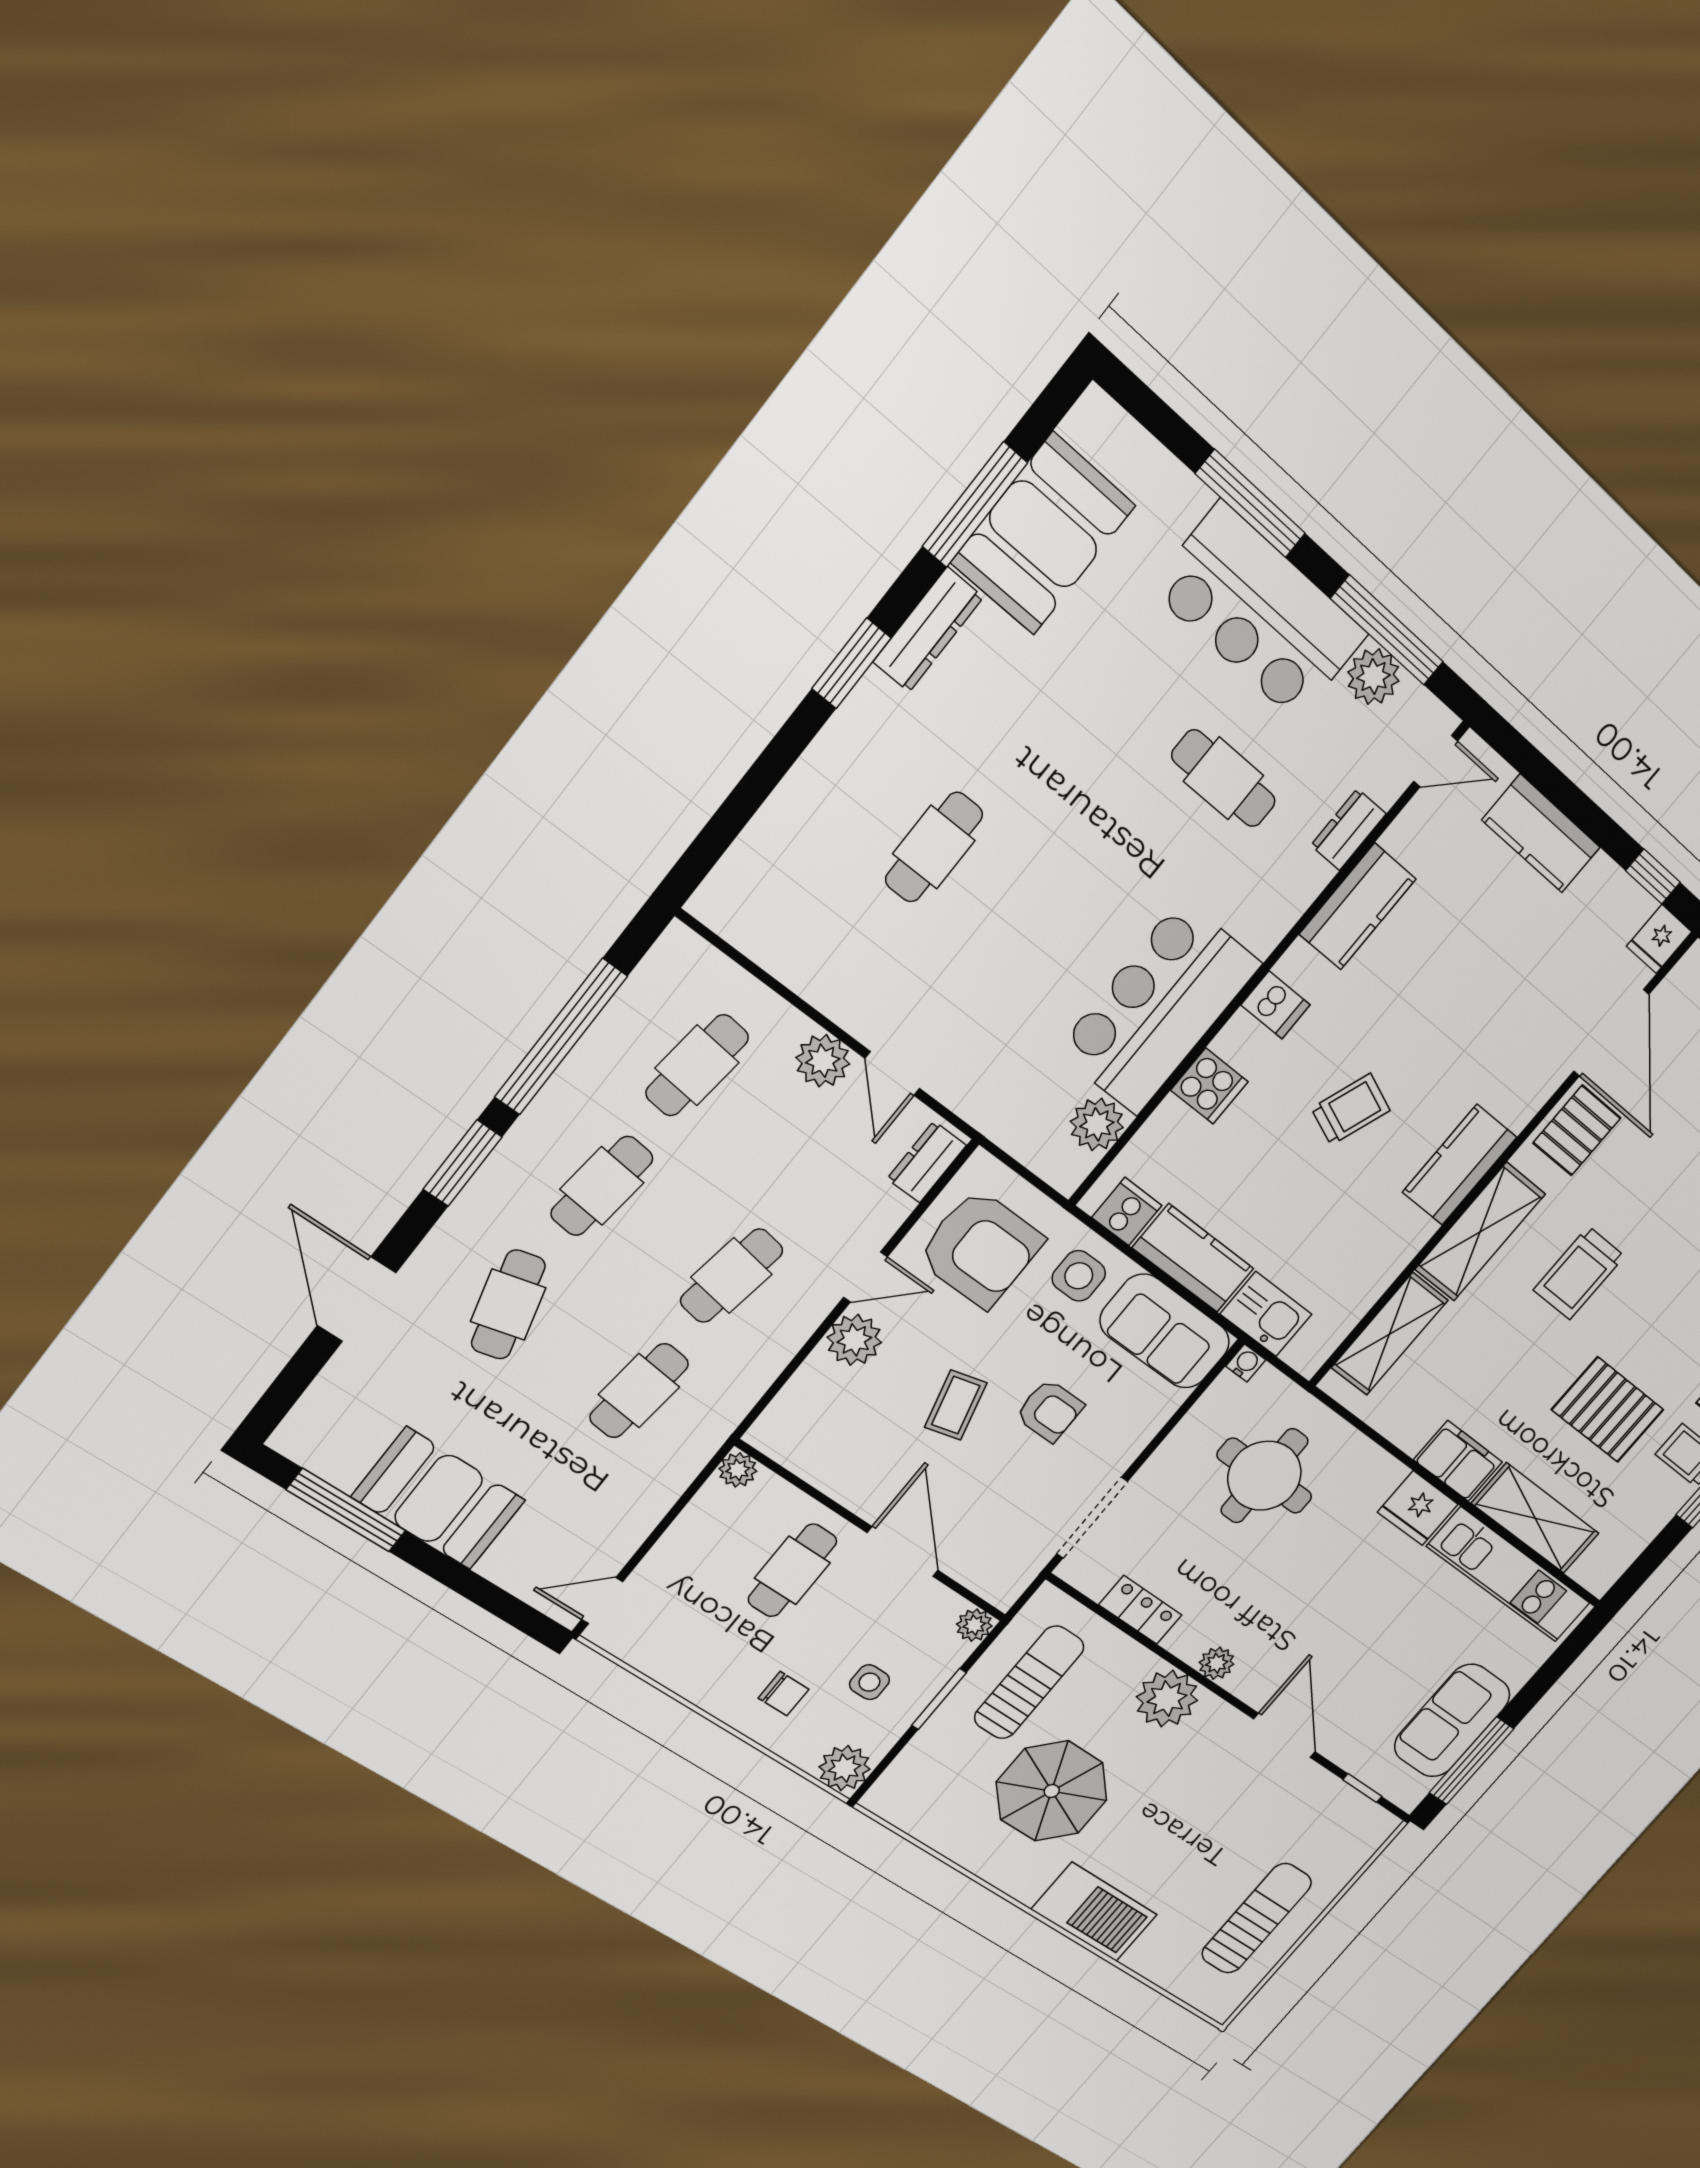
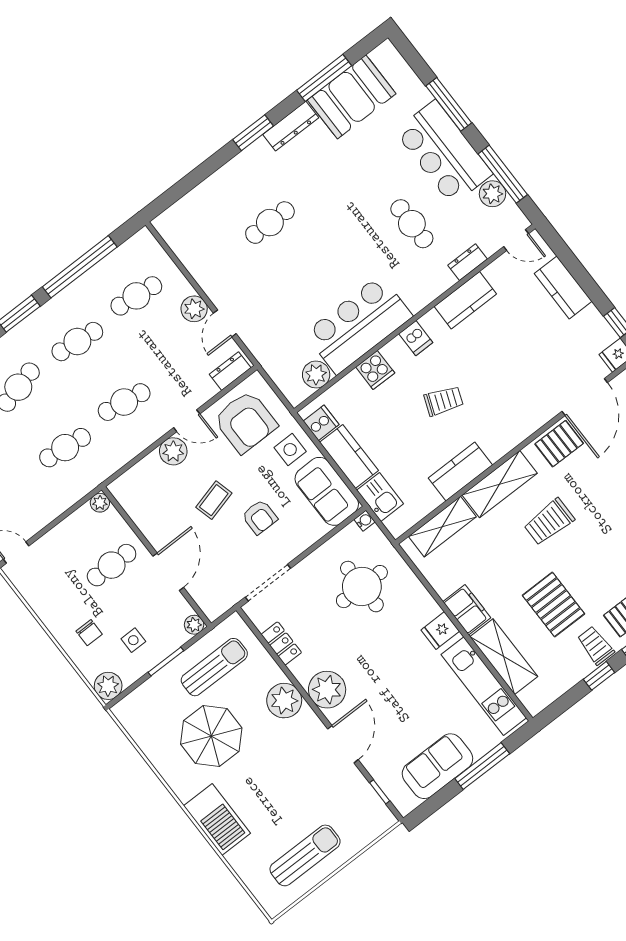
kitchen counter: (1459, 1165) -> (460, 472), moved
fridge: (1418, 1508) -> (440, 631), width x0.72
plant: (1217, 1663) -> (327, 690), width x1.87, depth x1.87
window: (1471, 1761) -> (482, 766), moved

